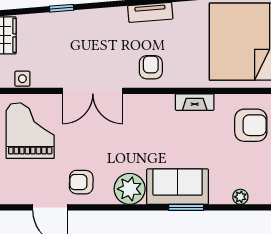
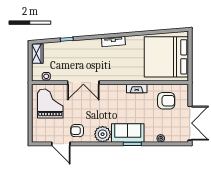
armchair: (151, 67) -> (114, 70), removed

